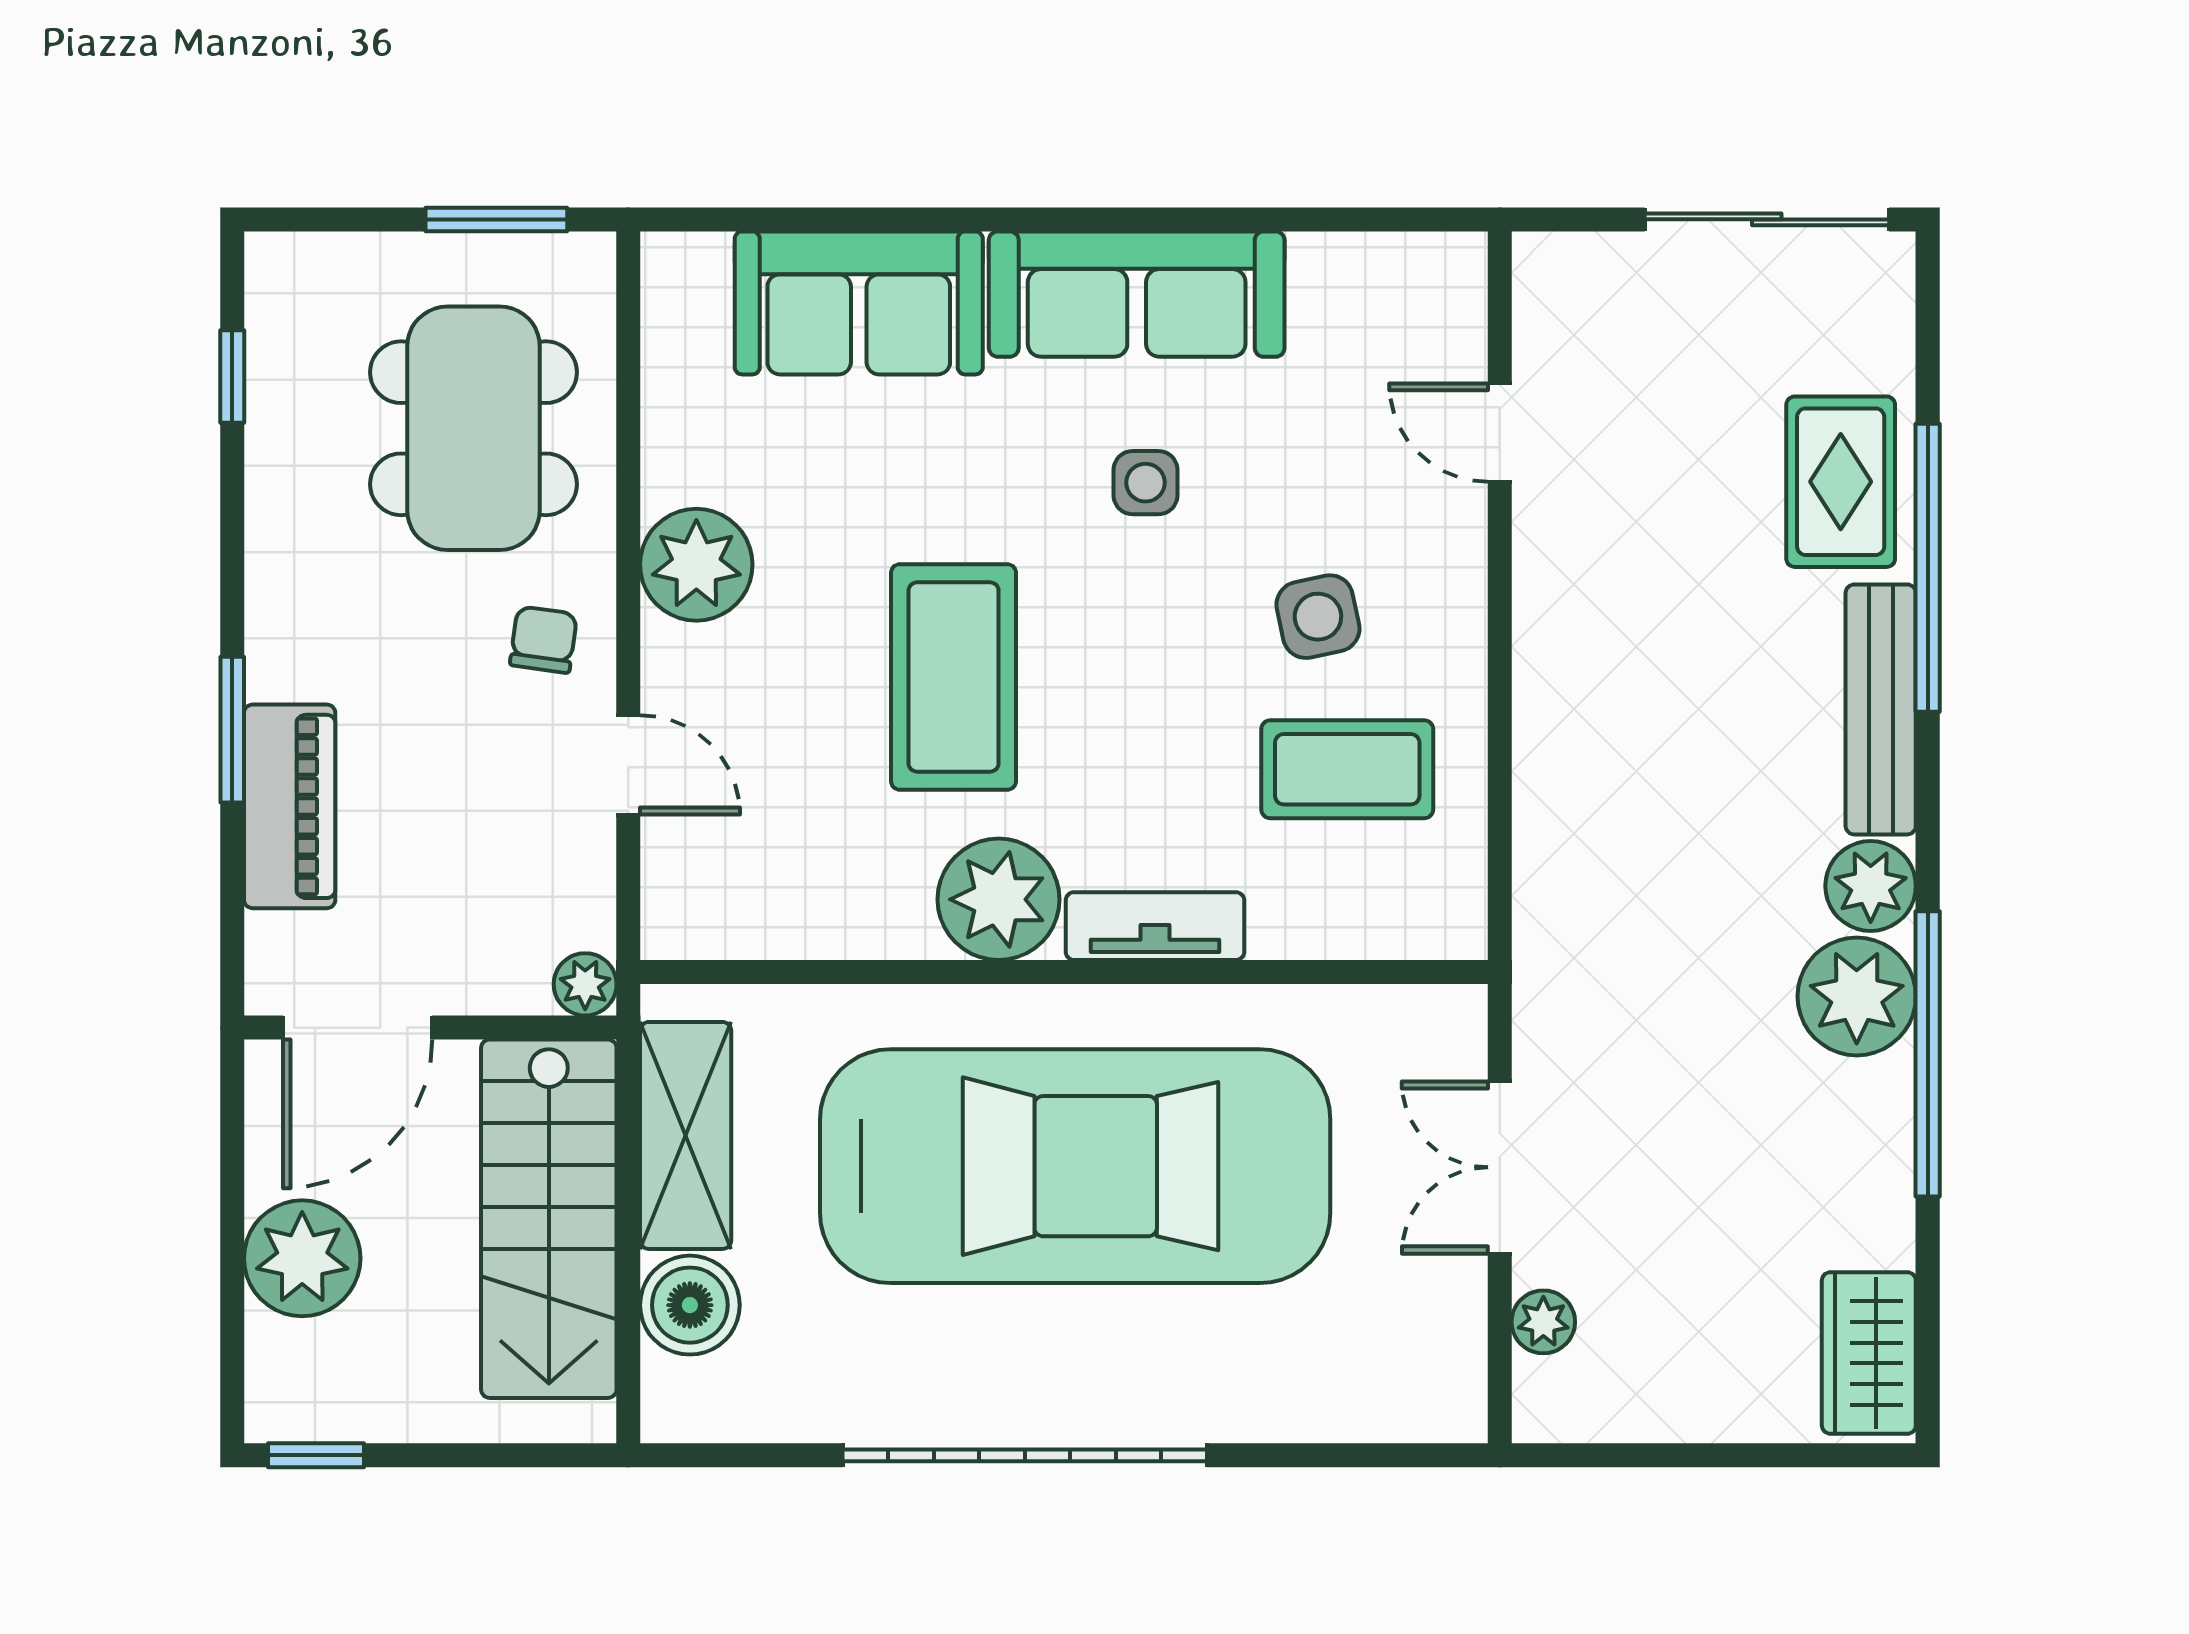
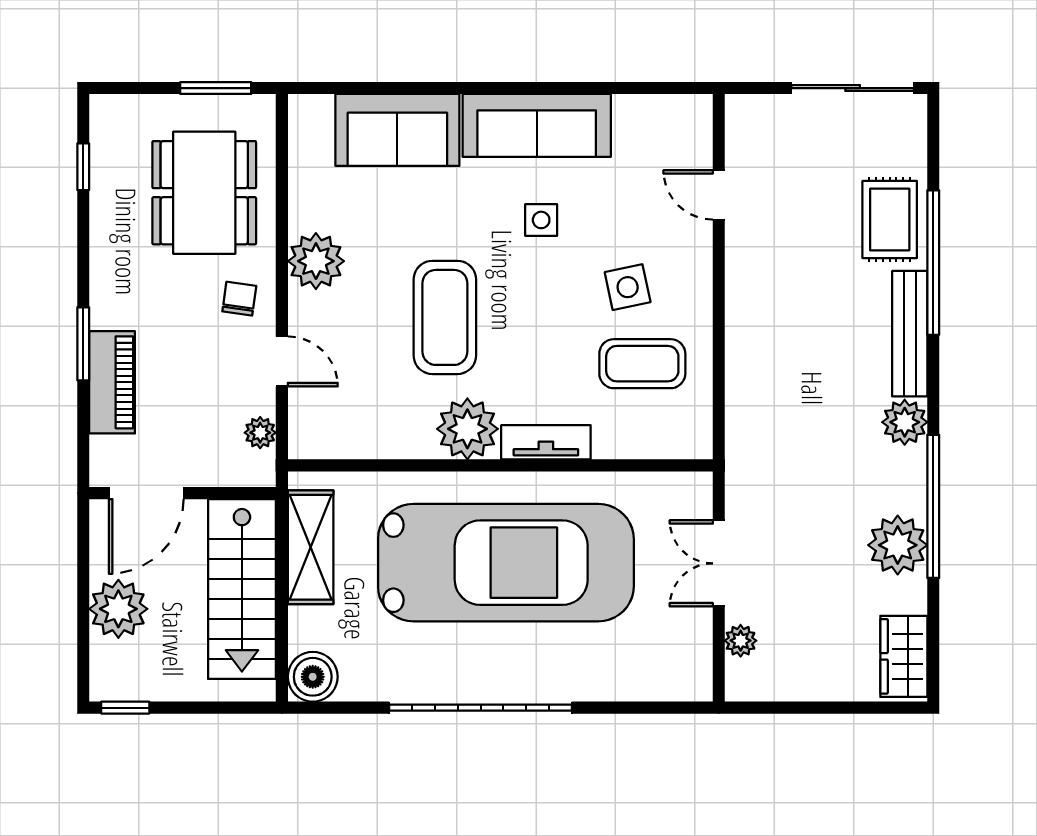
plant: (585, 984) -> (260, 433), moved
plant: (1857, 996) -> (898, 545), moved
boiler: (690, 1305) -> (313, 677), moved

